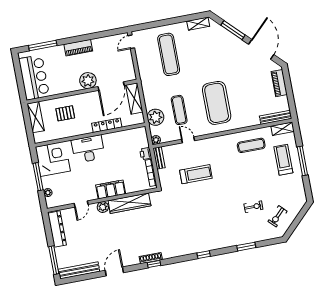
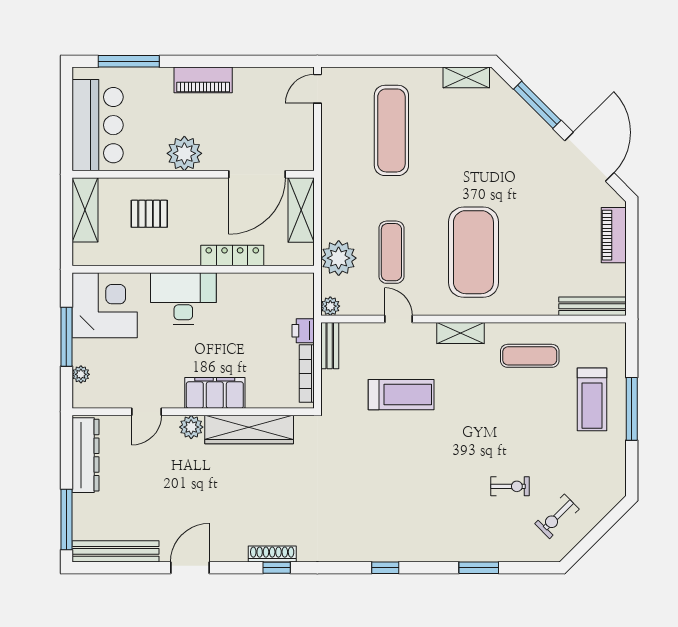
plant: (88, 81) -> (184, 153), moved
shelving: (282, 129) -> (460, 333), moved
treadmill: (283, 160) -> (592, 399), turned 180

